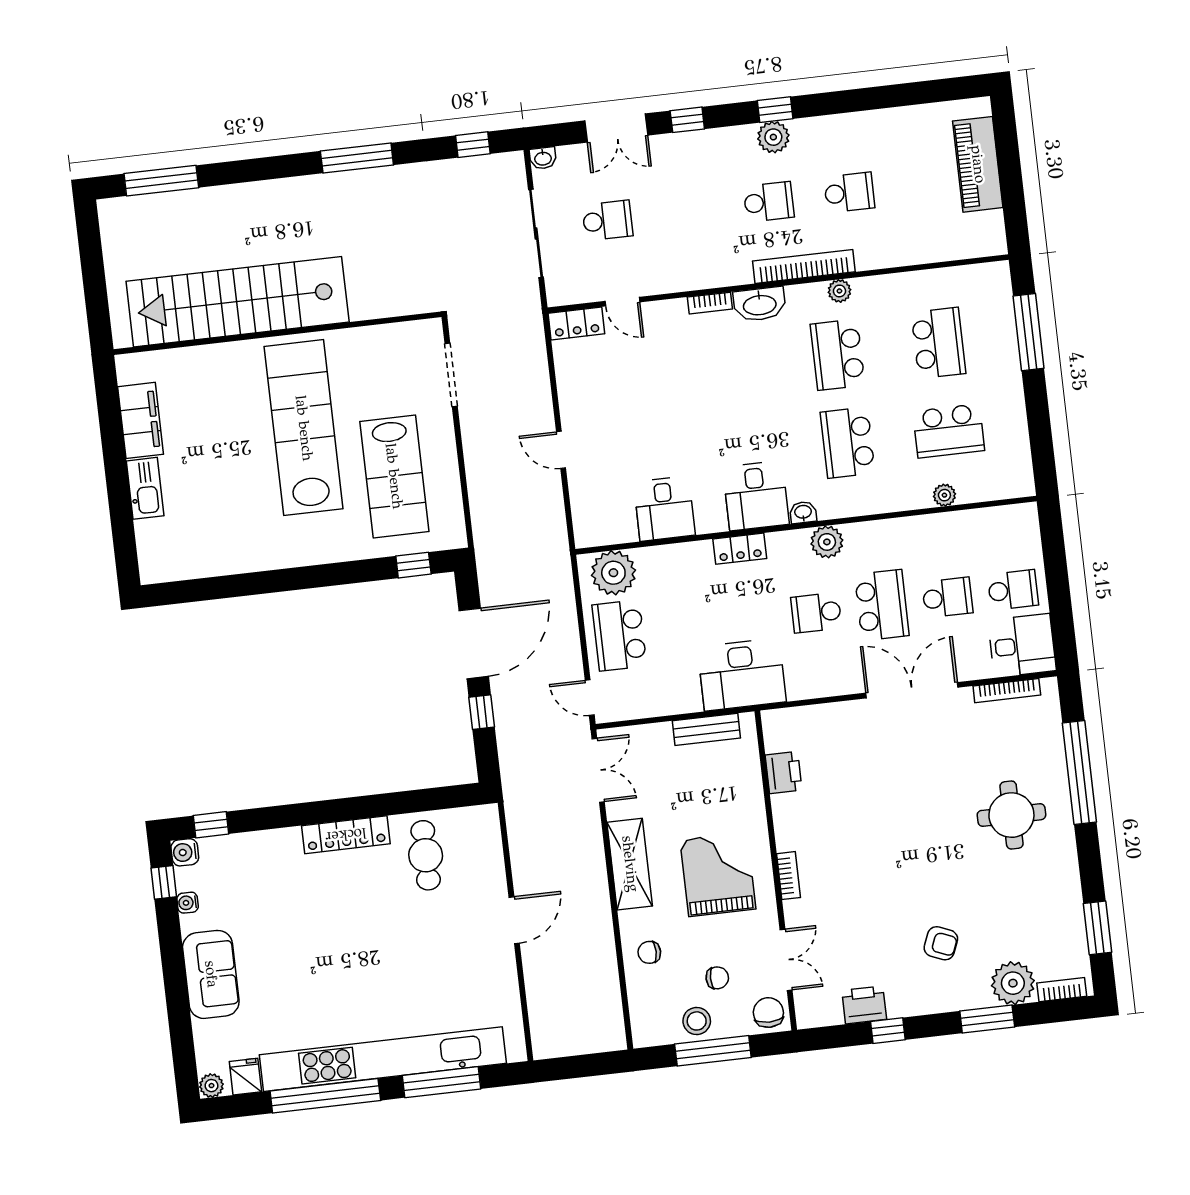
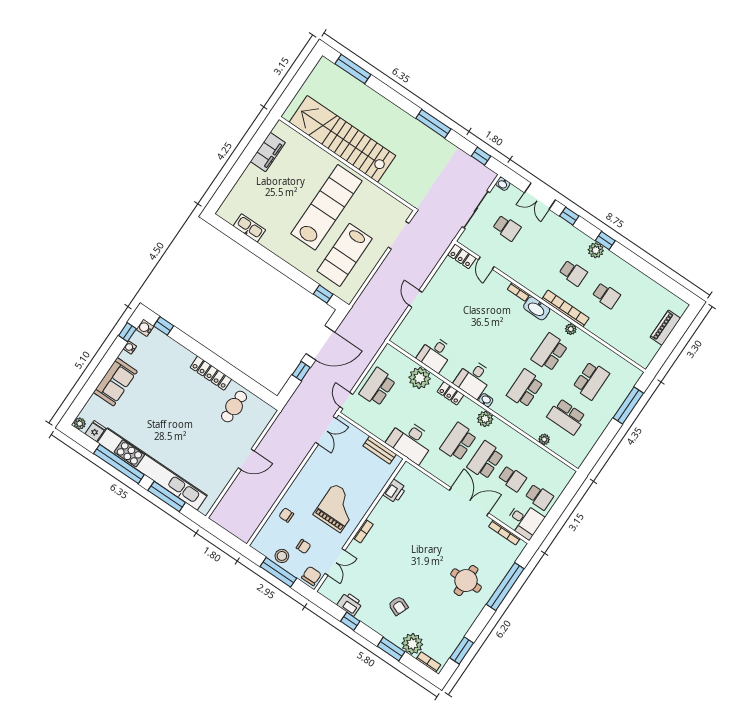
piano: (978, 164) -> (665, 328), width x0.73, depth x0.75
kitchen sink: (145, 488) -> (249, 228), moved, turned -90
plant: (613, 573) -> (420, 378), moved
school desk: (882, 605) -> (485, 460), turned 180
school desk: (816, 613) -> (458, 442), width x1.85
shelving: (630, 864) -> (307, 476), removed

